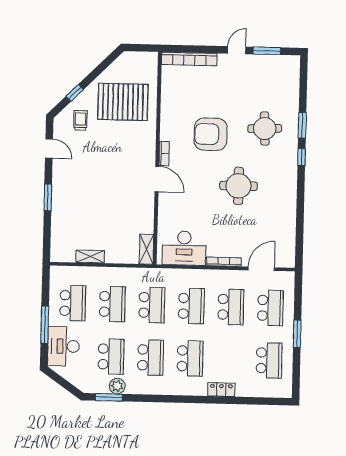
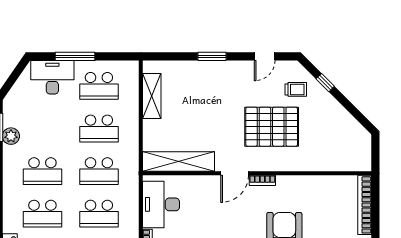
pallet: (123, 102) -> (272, 127), moved, turned 90
shelving: (147, 249) -> (179, 162), width x2.20, depth x1.33
shelving: (90, 257) -> (152, 96), width x1.50, depth x1.33
school desk: (111, 357) -> (42, 129), removed

